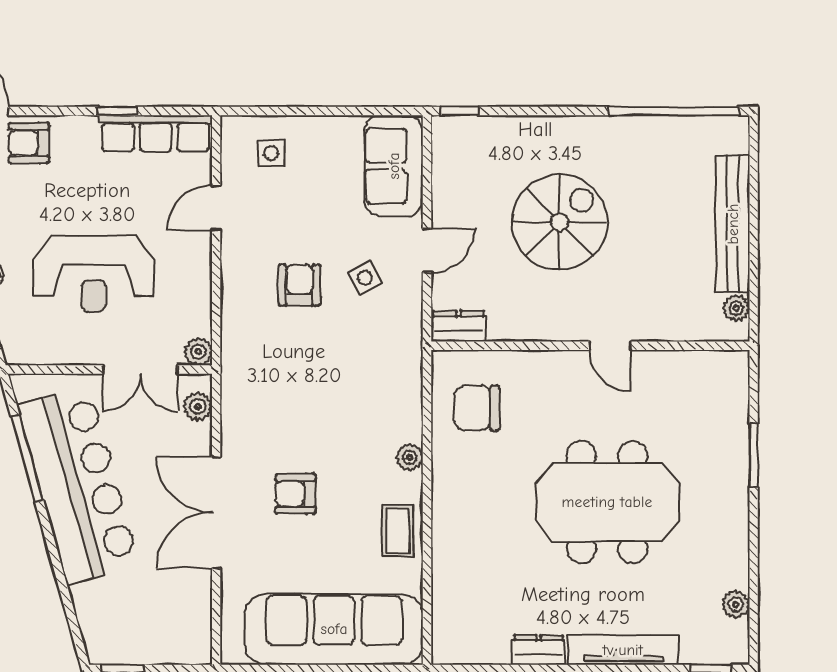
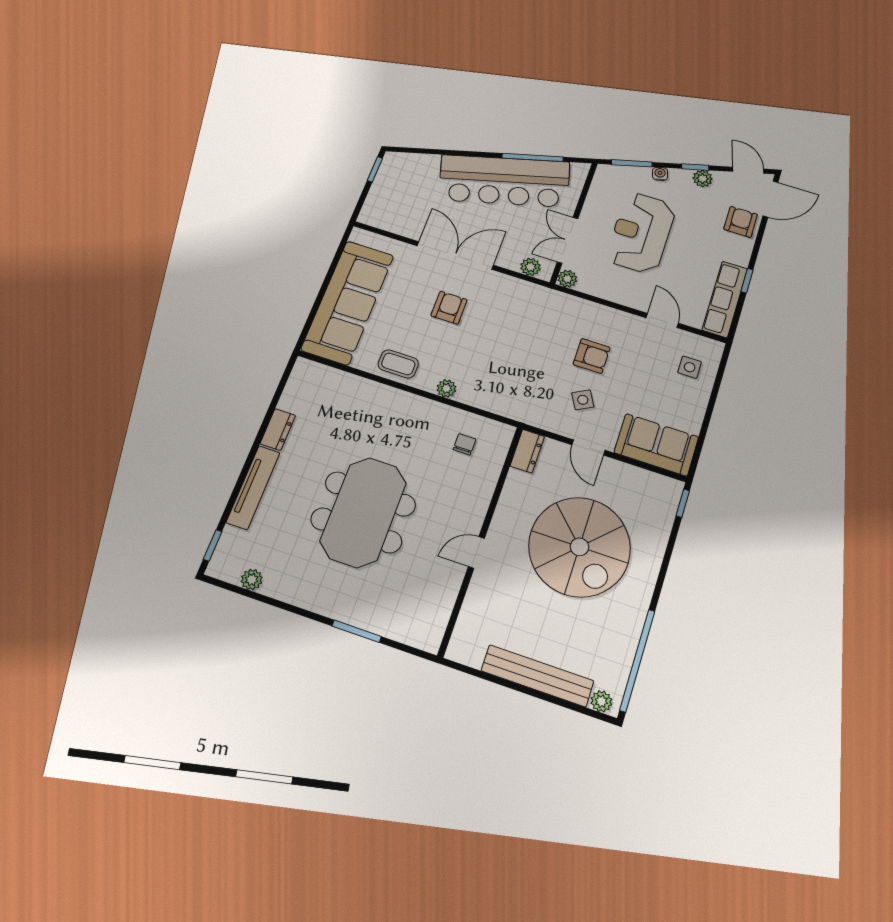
spiral stairs: (560, 222) -> (579, 547), width x1.37, depth x1.37
plant: (736, 308) -> (601, 701), moved
chair: (477, 408) -> (465, 444), width x0.54, depth x0.54

